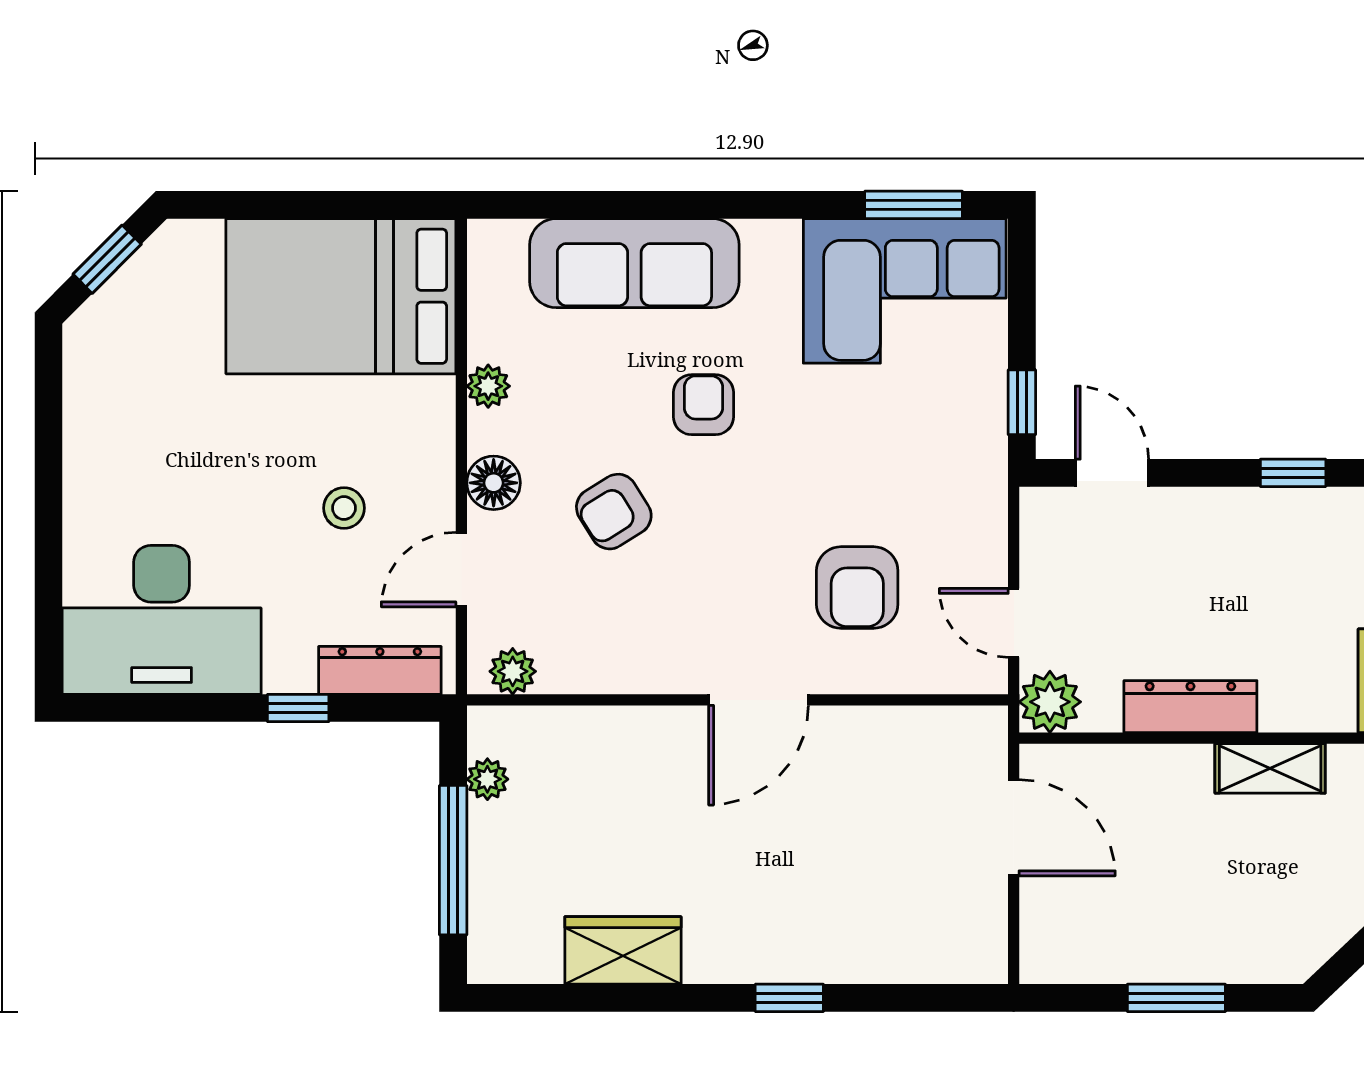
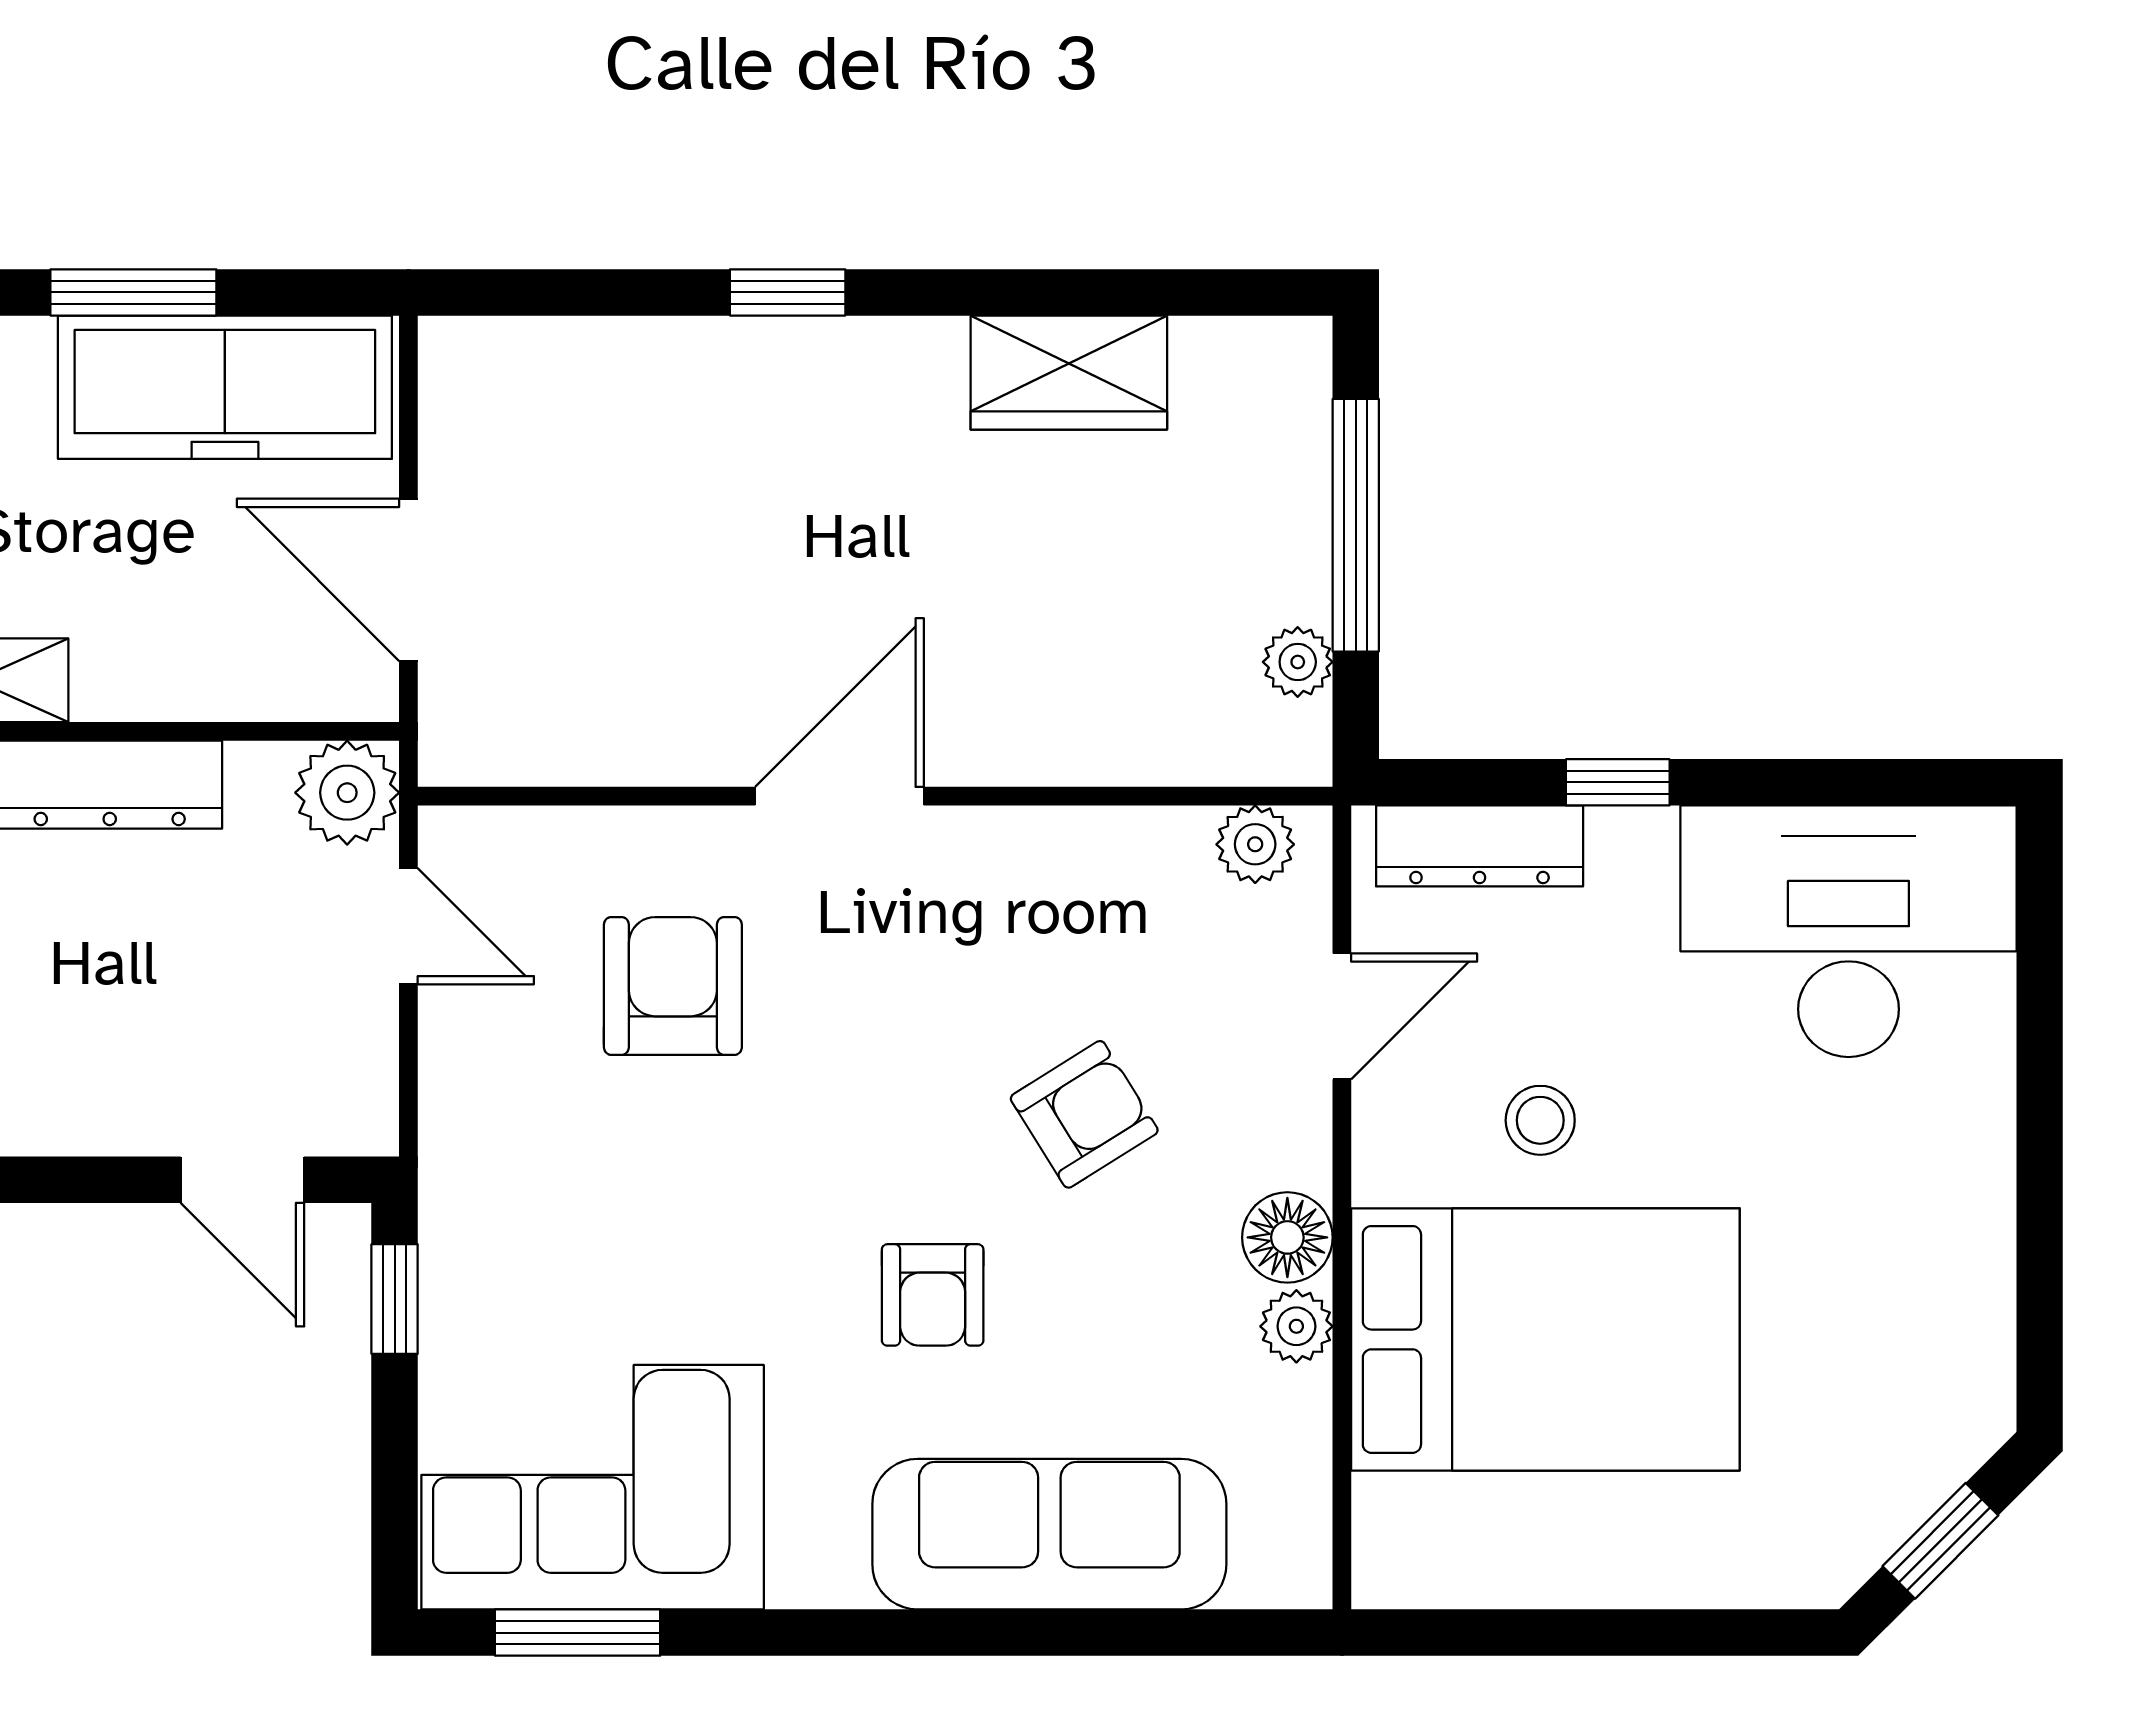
bed: (341, 296) -> (1545, 1339), moved
floor lamp: (494, 483) -> (1287, 1237), moved
freezer: (1122, 942) -> (225, 387), added

